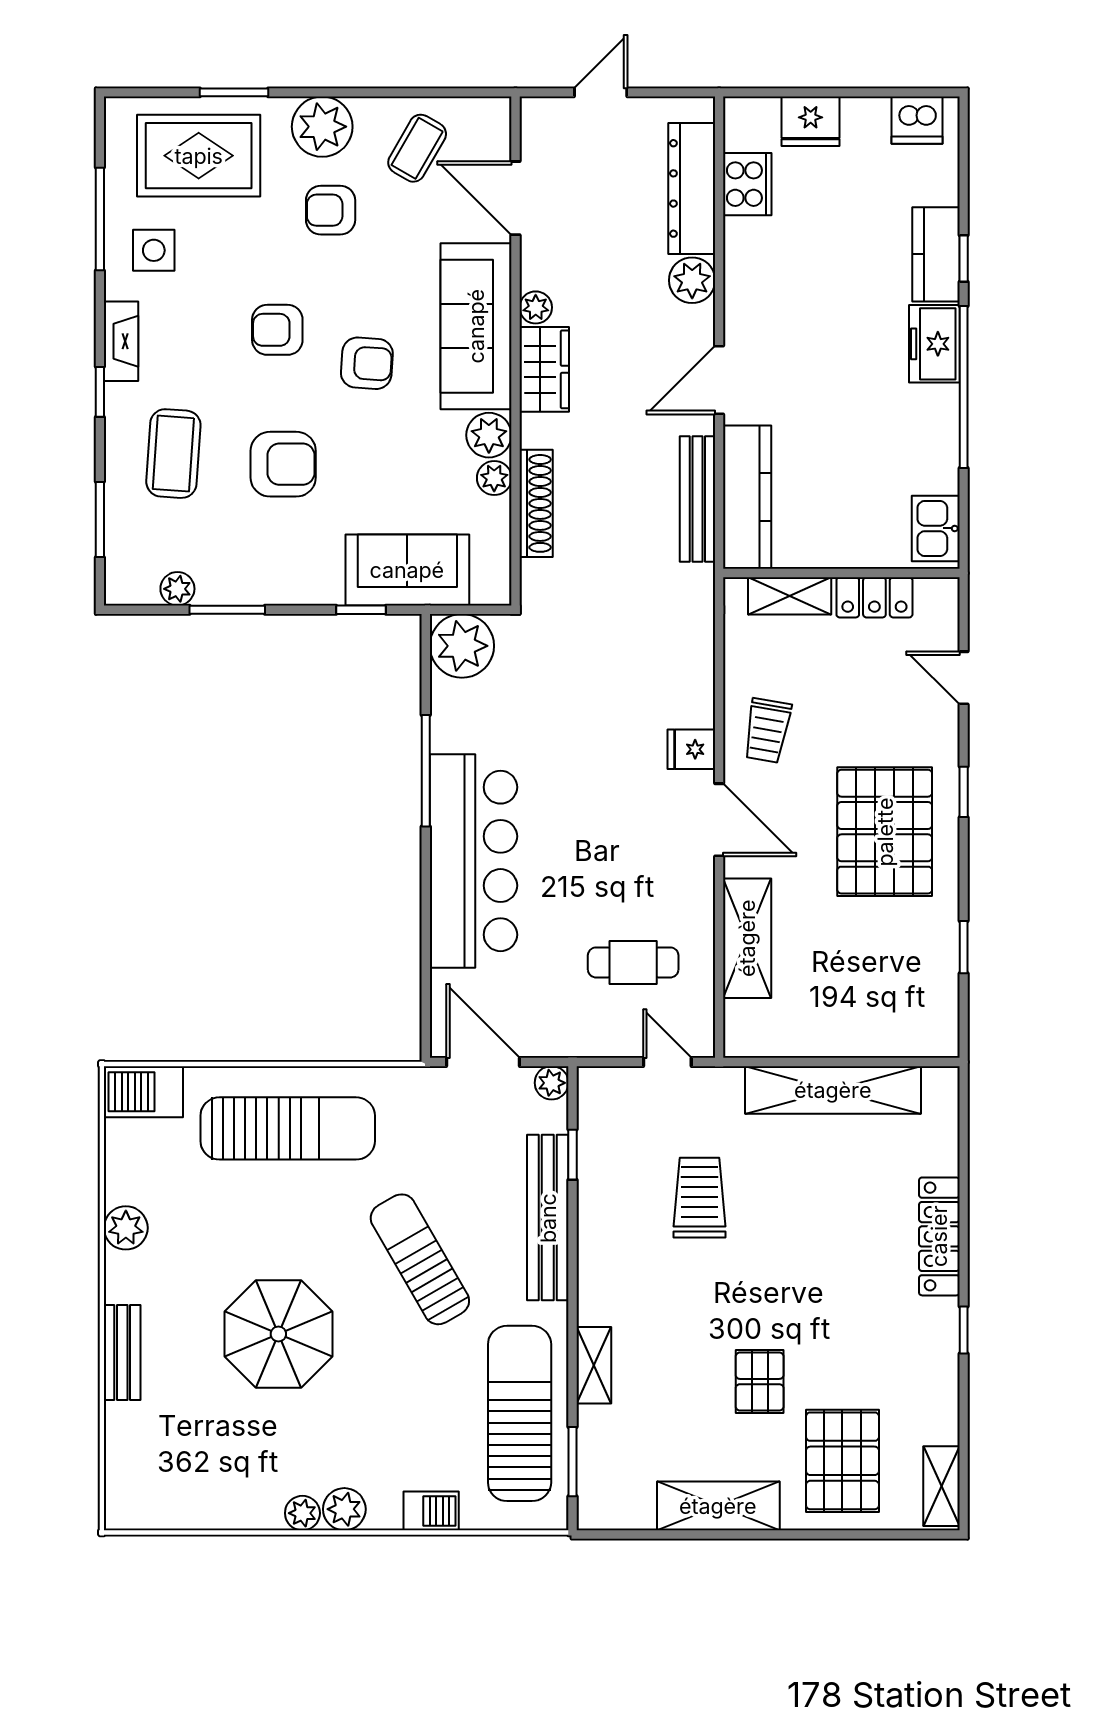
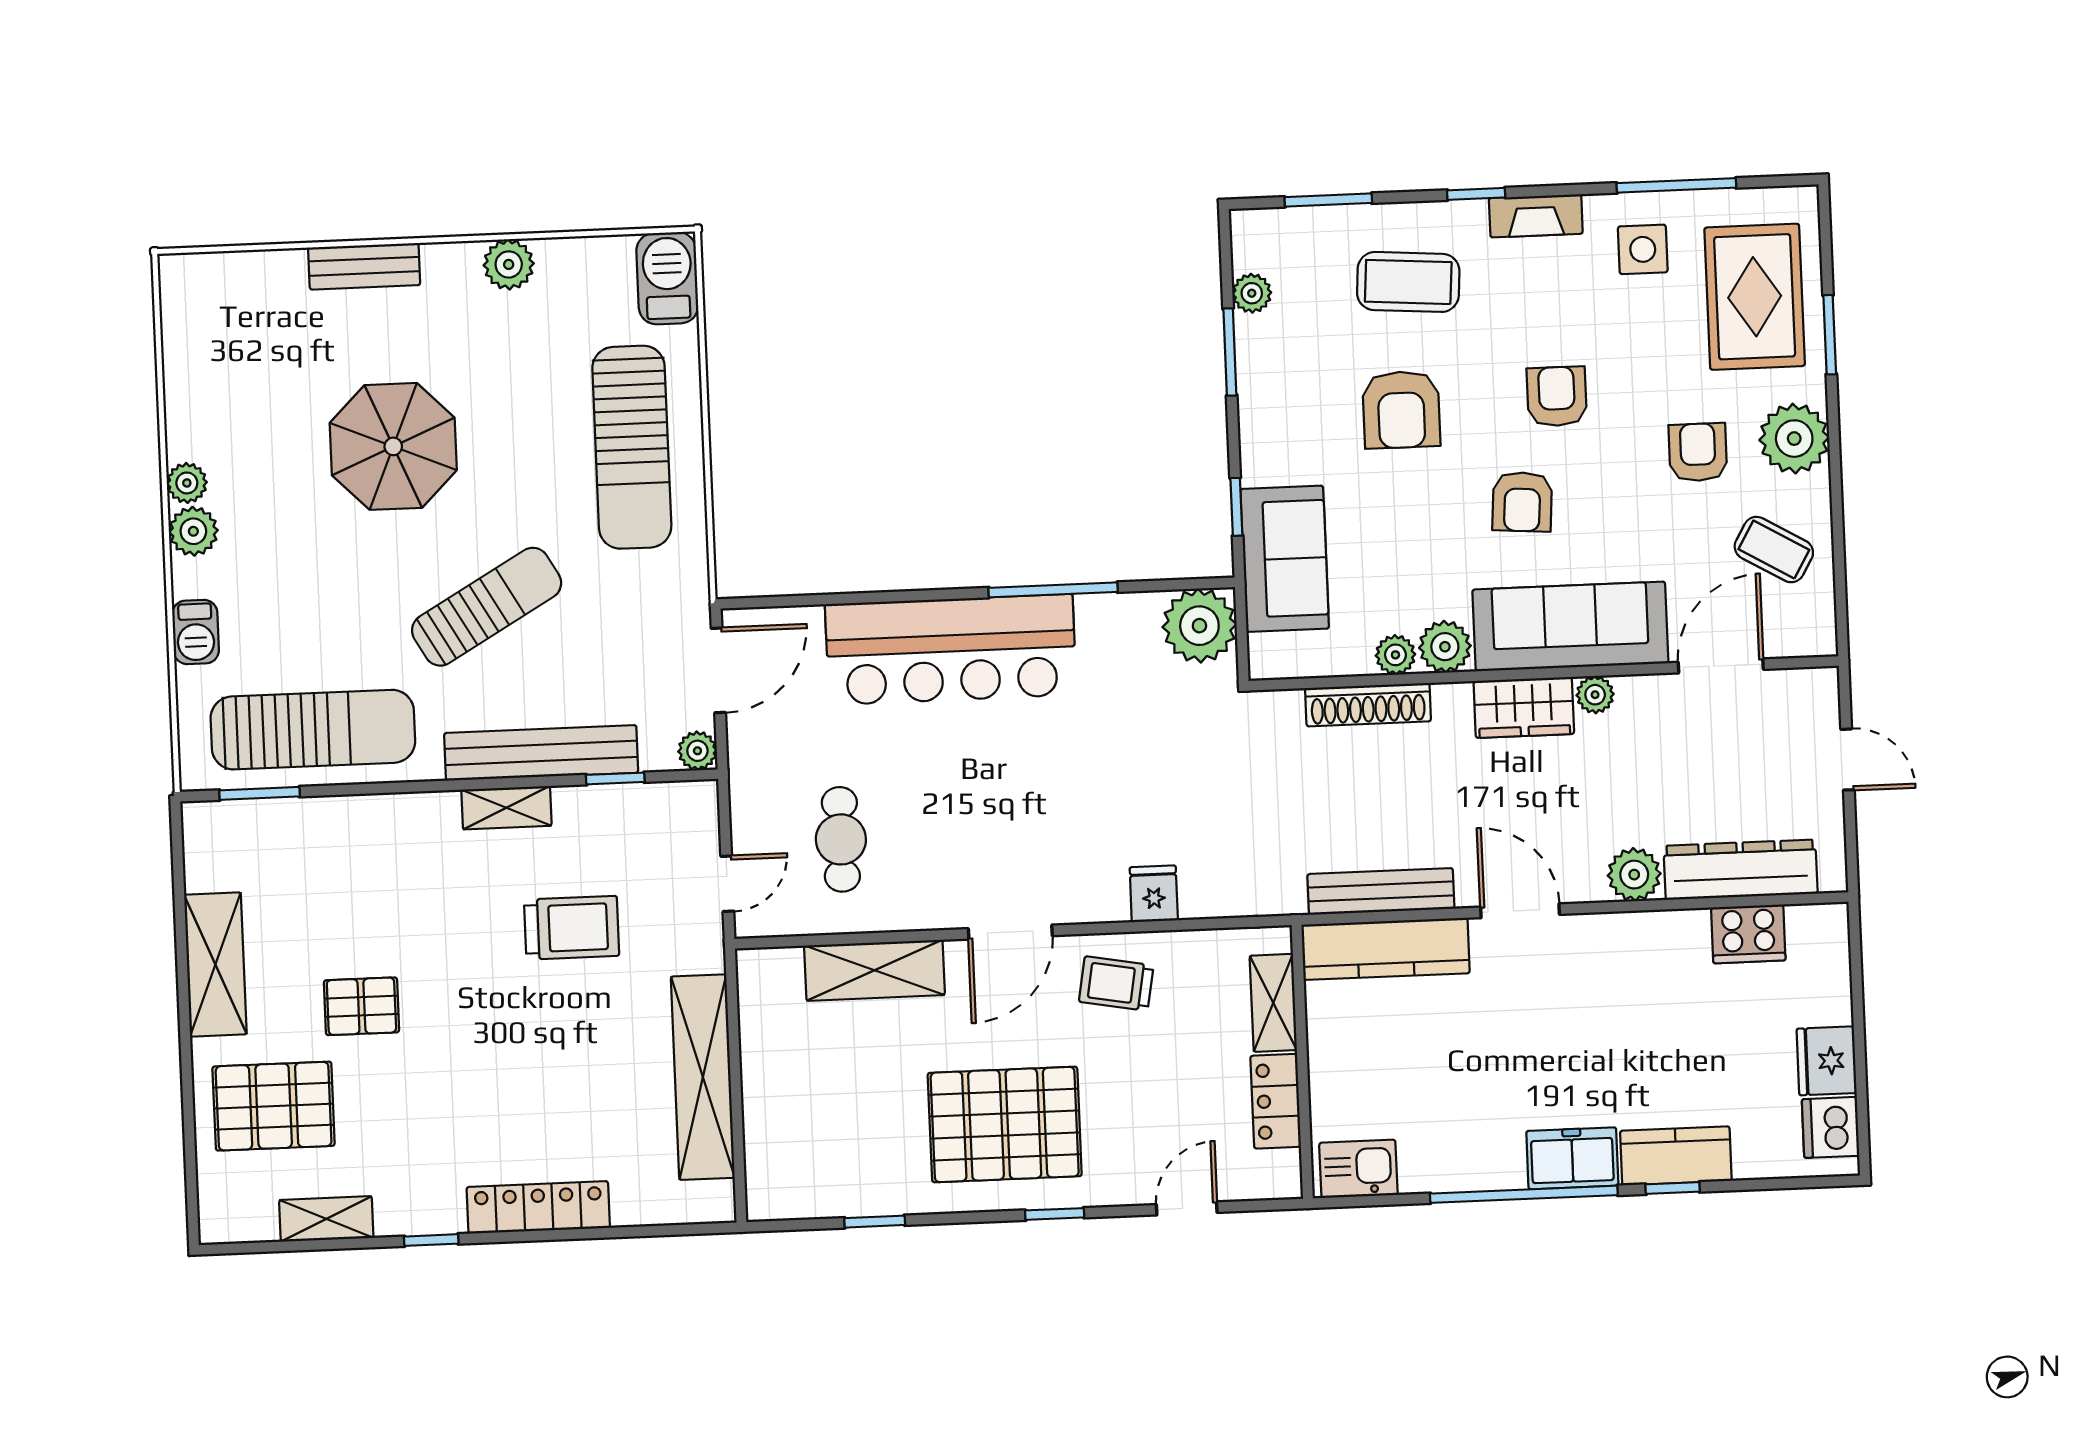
fridge: (811, 121) -> (1827, 1061), moved
fridge: (691, 749) -> (1154, 894), moved
shelving: (594, 1365) -> (506, 808), moved
shelving: (941, 1486) -> (326, 1219), moved

